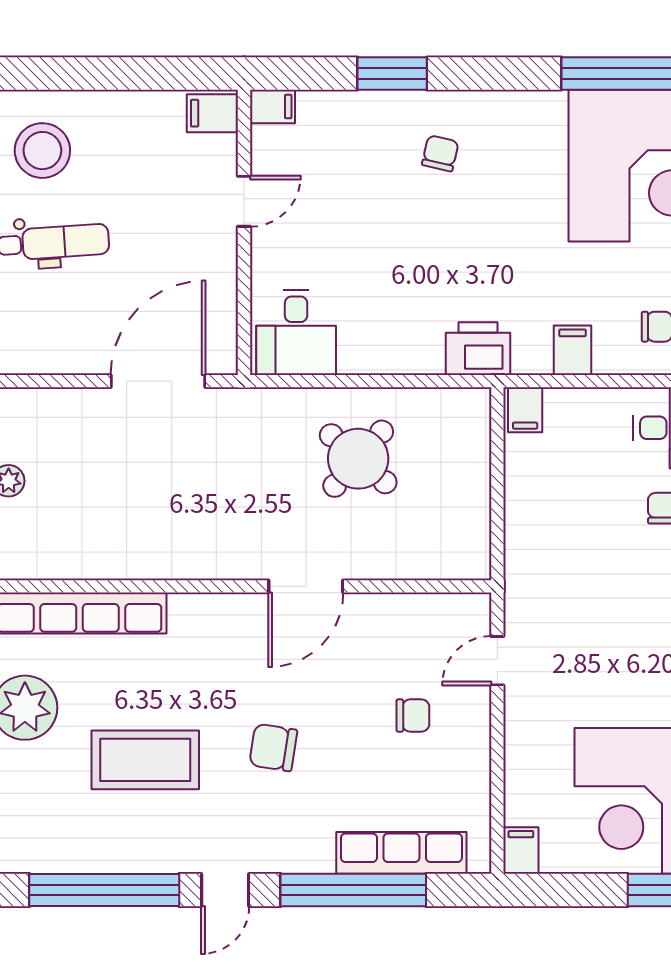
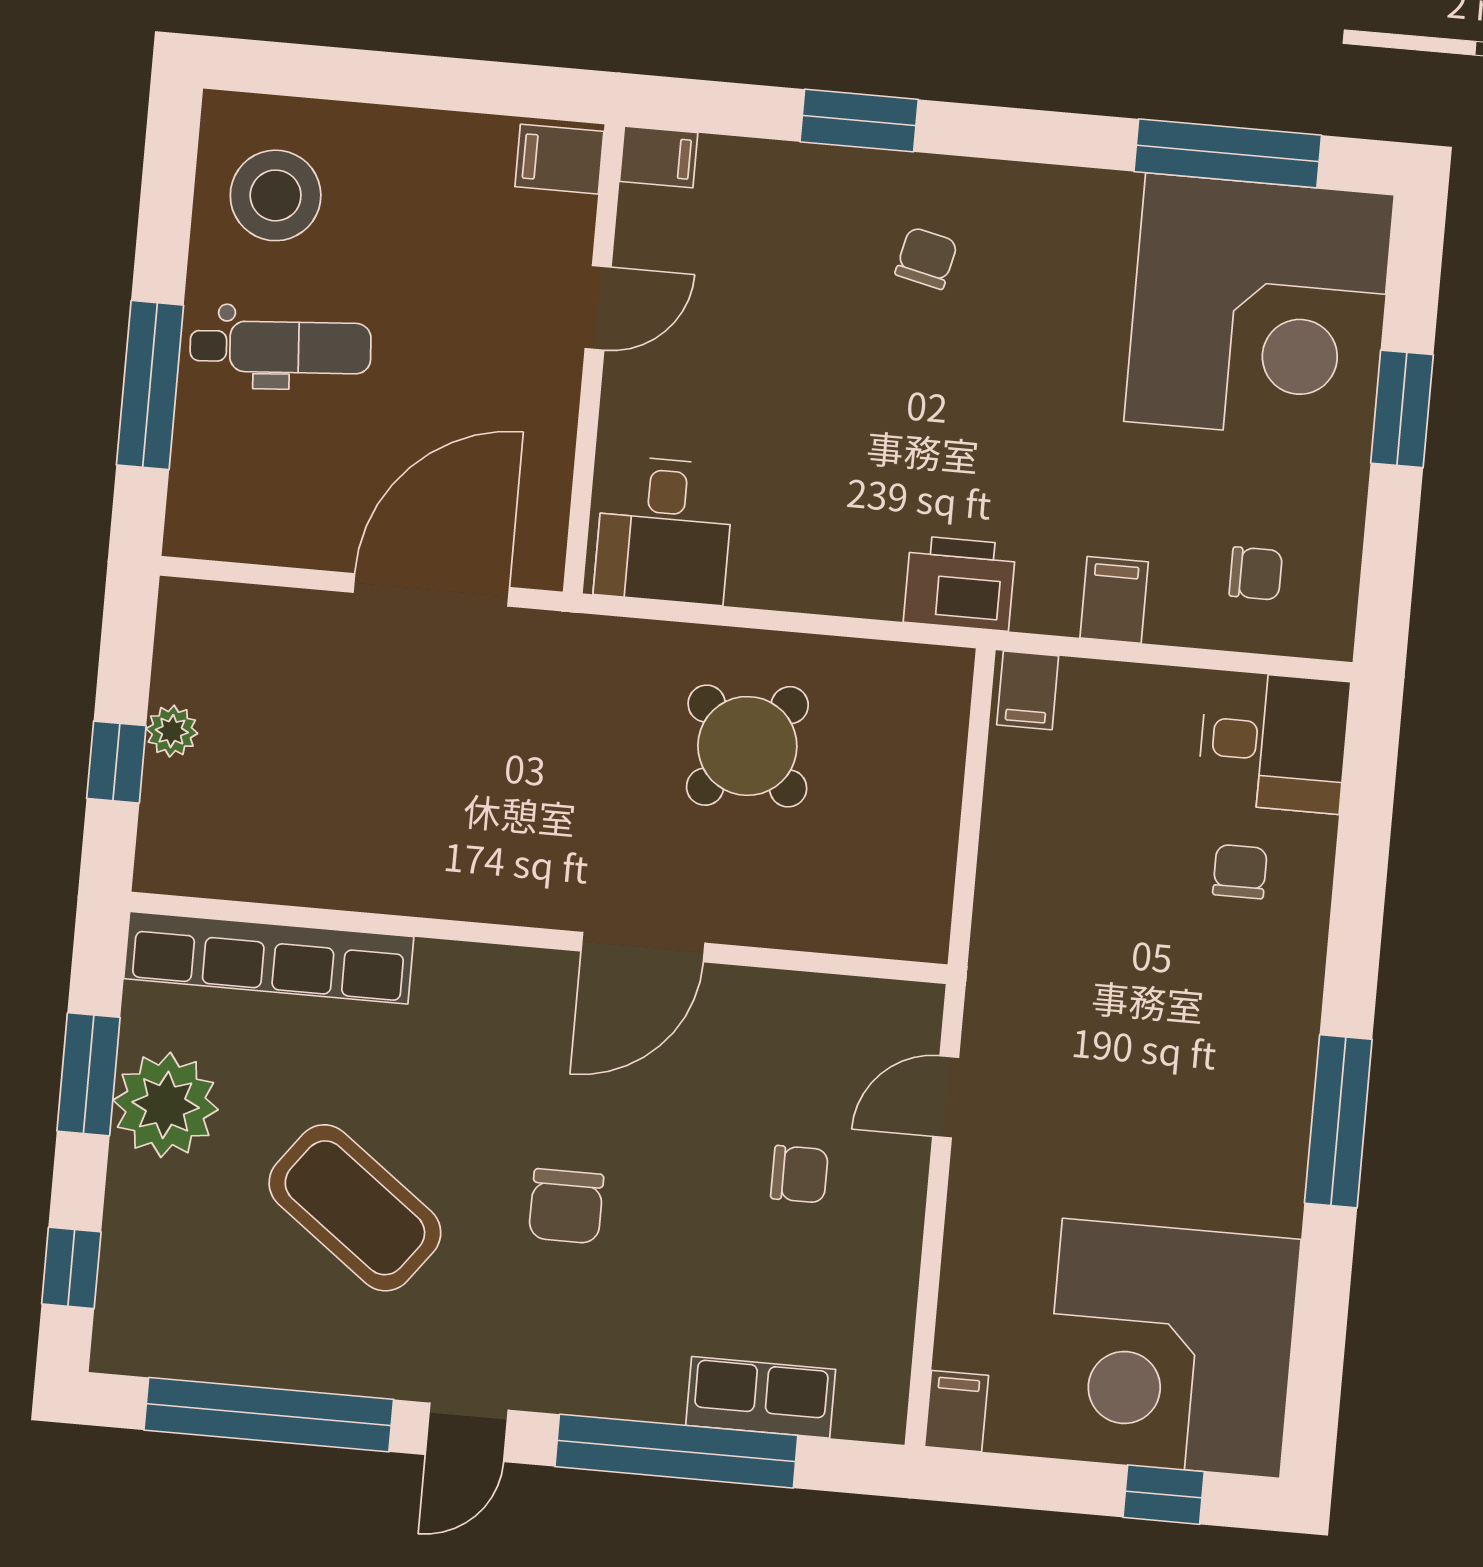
chair: (273, 747) -> (566, 1206), turned -99
coffee table: (145, 760) -> (355, 1208), turned 37
row of seats: (401, 853) -> (761, 1397), width x0.68

